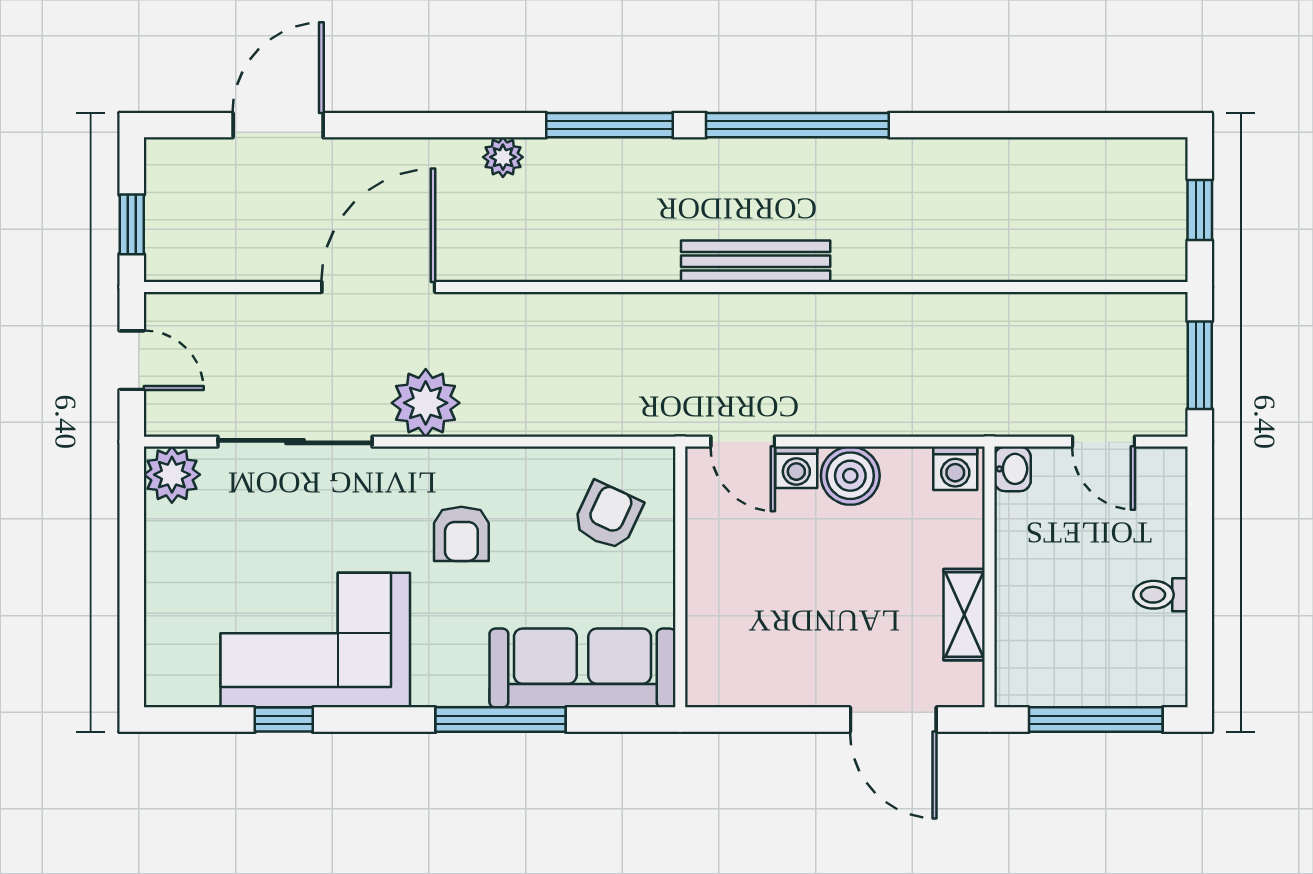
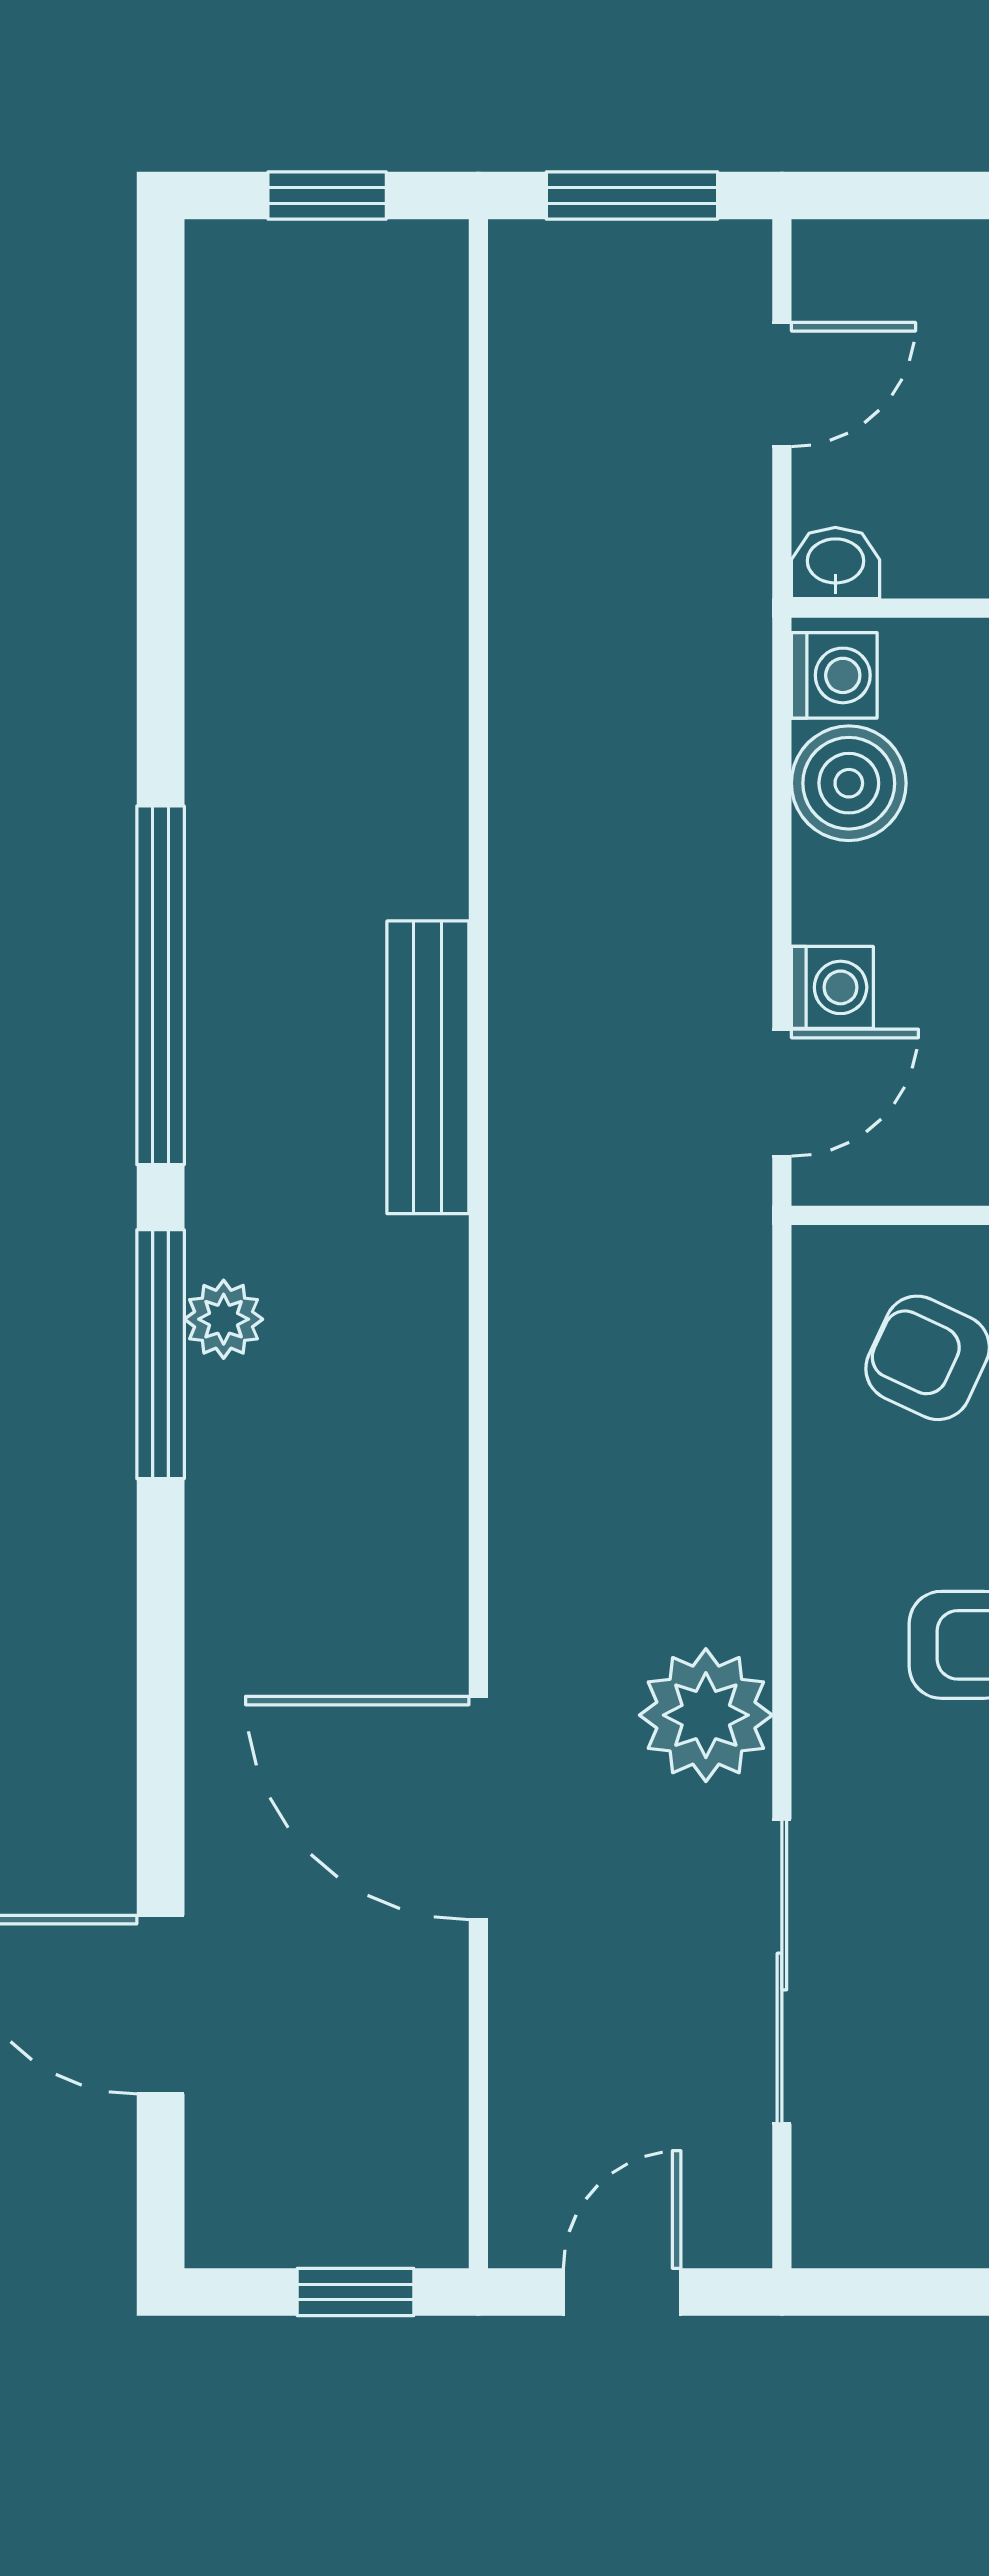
plant: (503, 157) -> (224, 1319), moved
plant: (172, 475) -> (847, 2213), removed
boiler: (850, 476) -> (849, 783), moved

